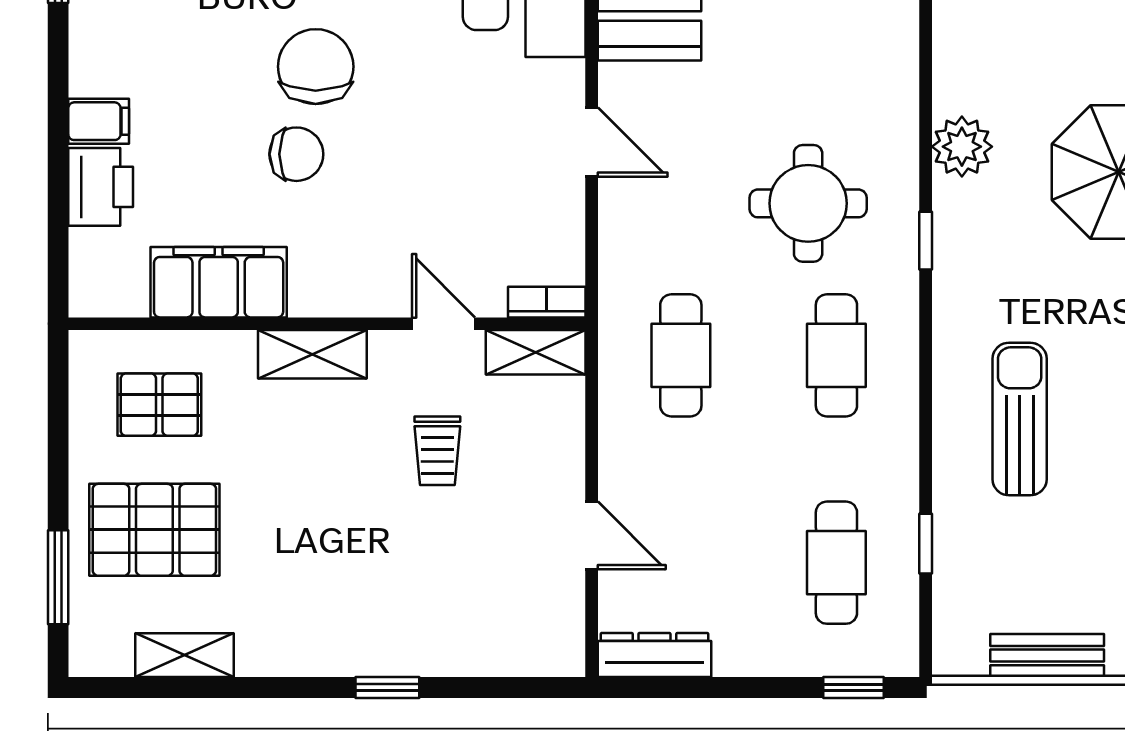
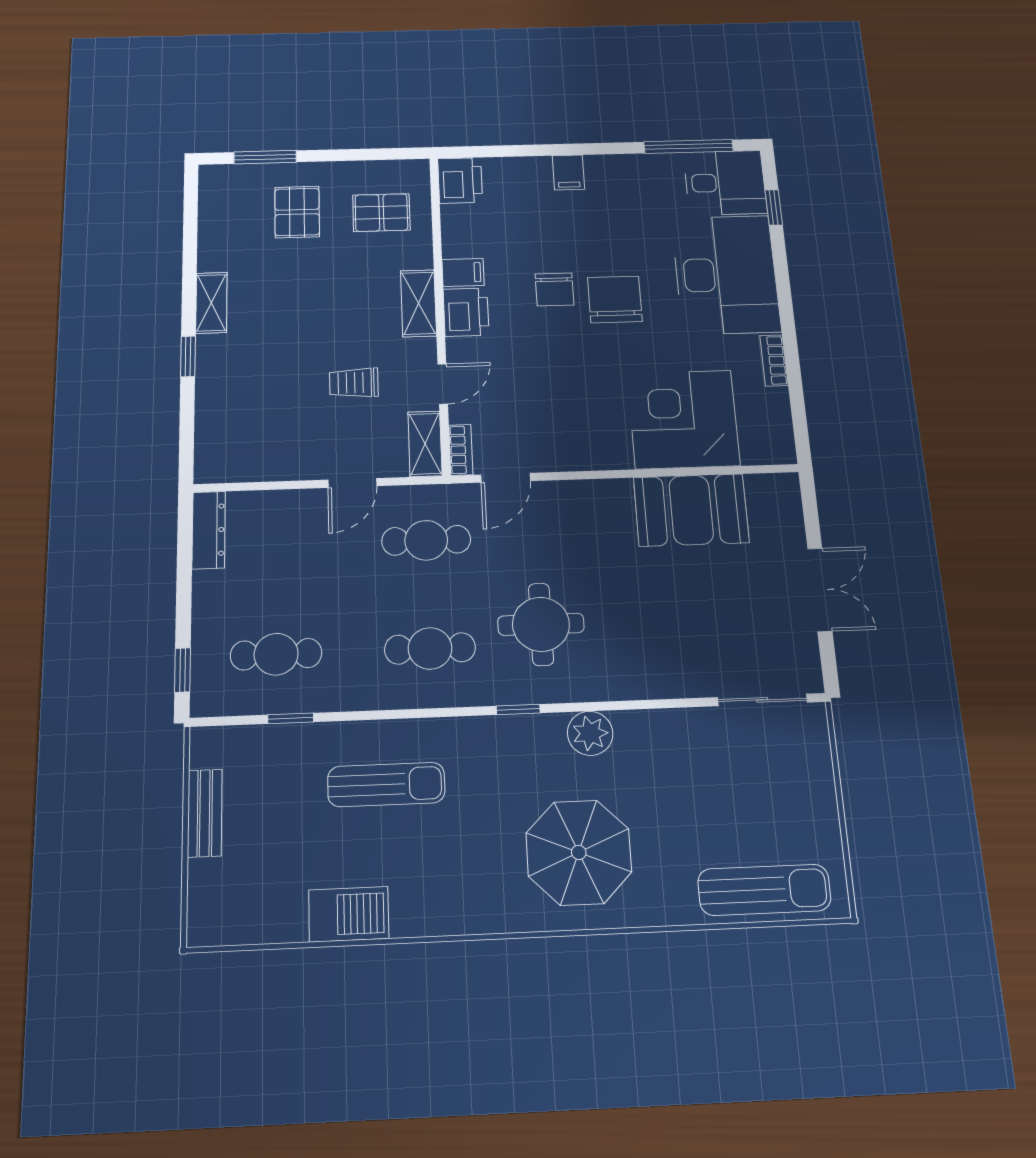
chair: (316, 67) -> (615, 299), turned -90
door: (592, 142) -> (506, 478), moved
printer: (101, 187) -> (460, 180), moved, turned -90
filing cabinet: (219, 282) -> (463, 272), width x0.33, depth x0.86
printer: (329, 286) -> (466, 312), added
pallet: (159, 405) -> (381, 213), turned 90
pallet: (154, 530) -> (297, 212), width x0.67, depth x0.71
door: (592, 535) -> (352, 483), moved
shelving: (185, 655) -> (211, 303), moved

